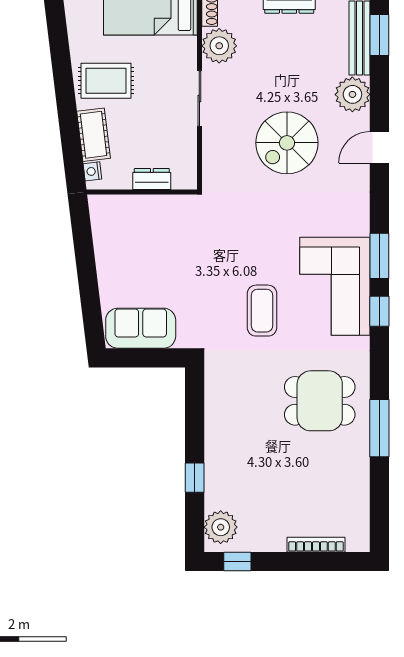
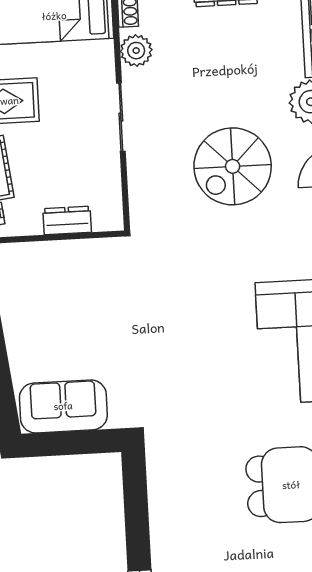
plant: (219, 46) -> (136, 51), width x0.73, depth x0.73
coffee table: (262, 311) -> (213, 376), removed

